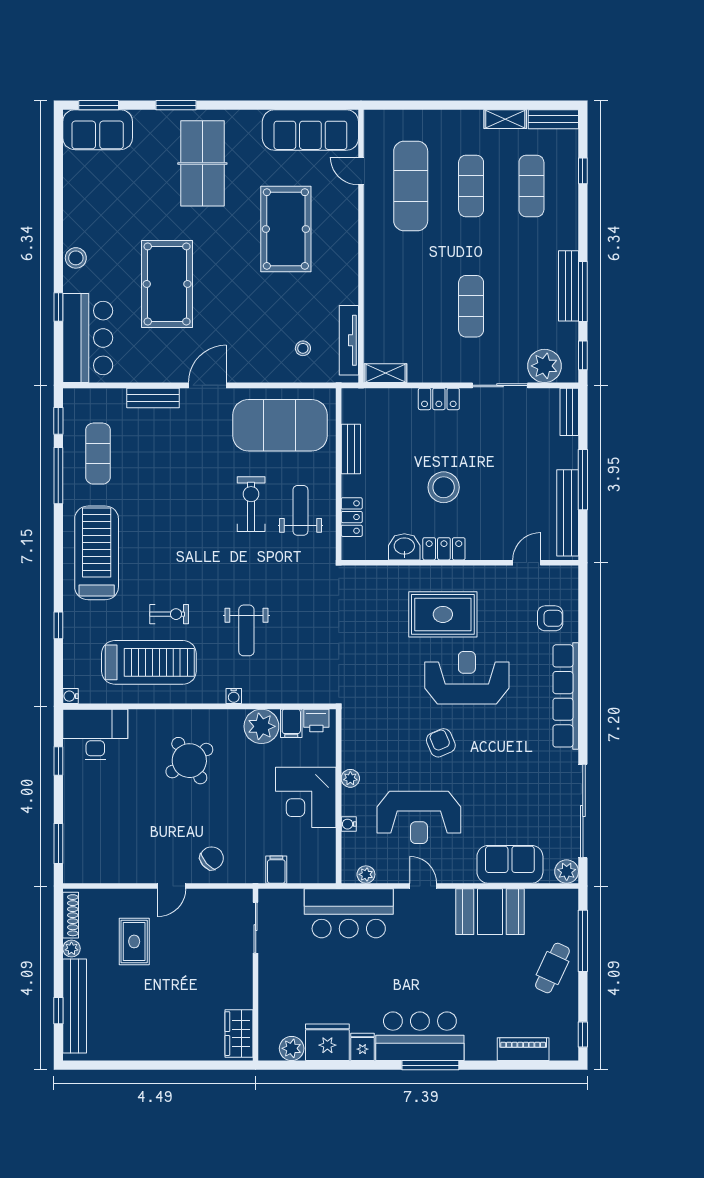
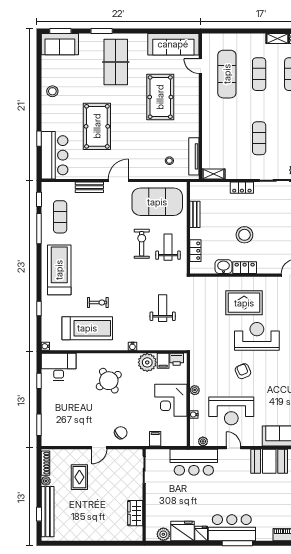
stool: (76, 258) -> (52, 91), moved
weight bench: (246, 630) -> (163, 308), moved, turned 180
wardrobe: (239, 1034) -> (135, 513), moved

